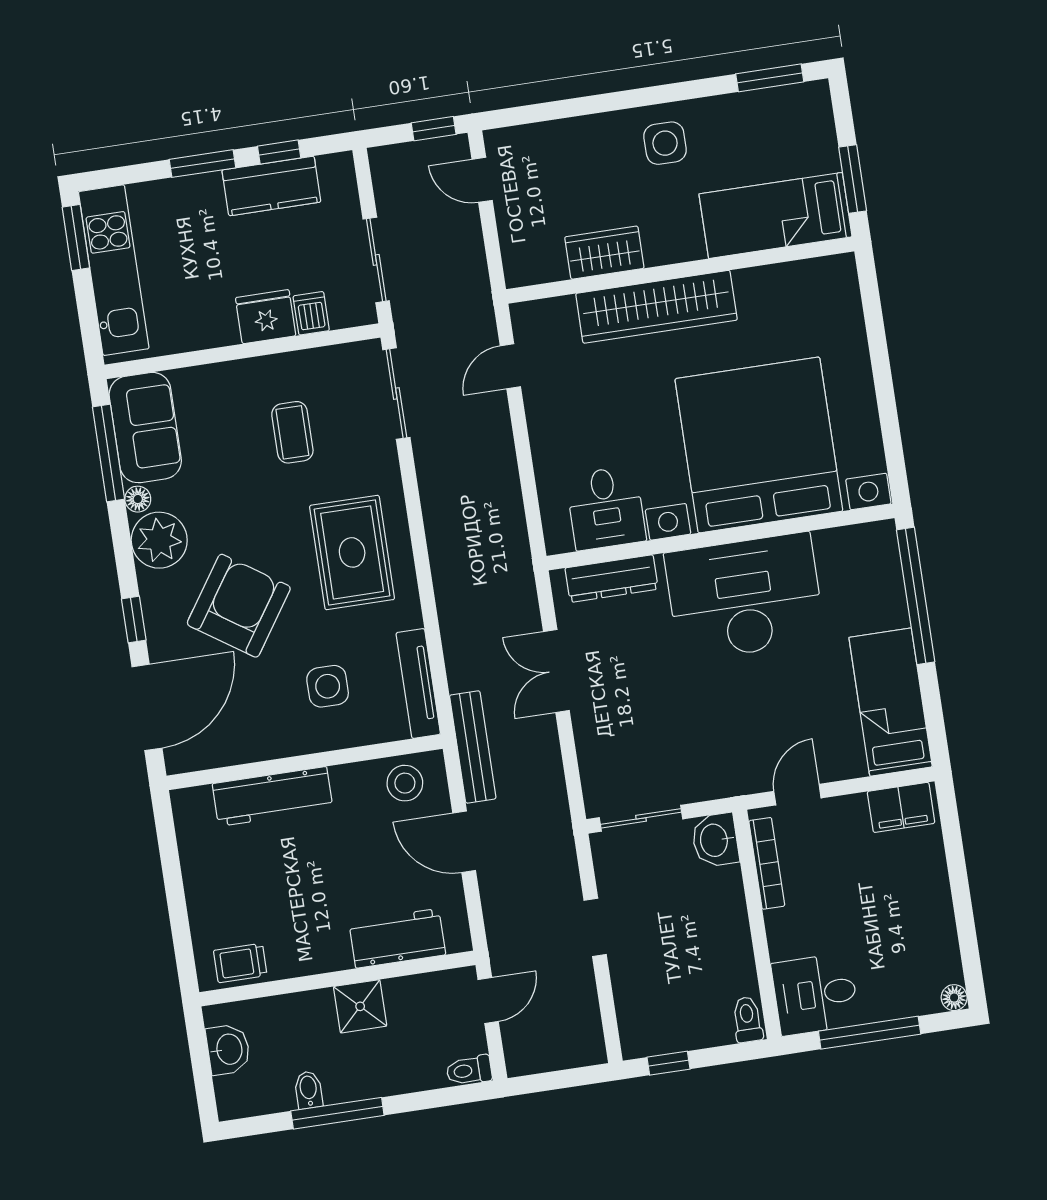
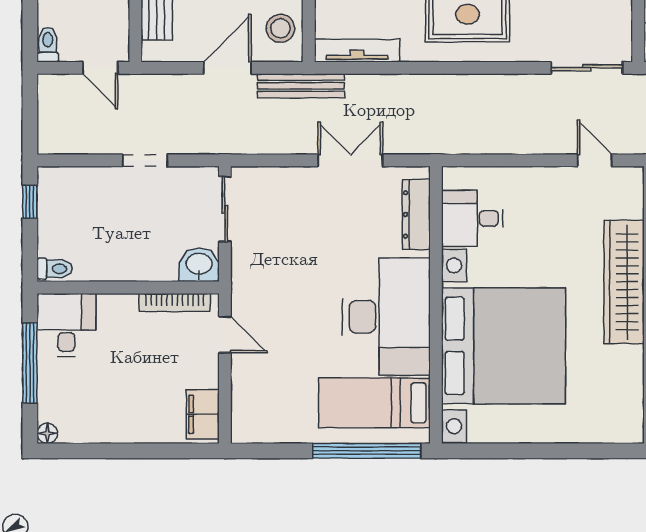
bed: (891, 702) -> (374, 403), moved, turned 180

